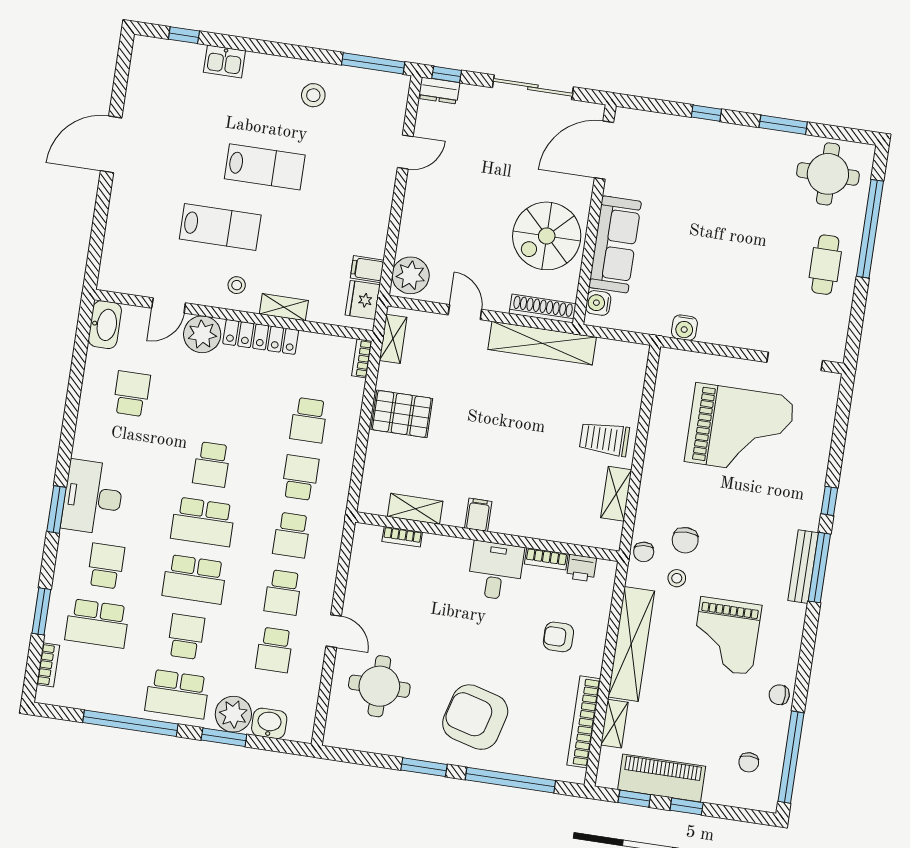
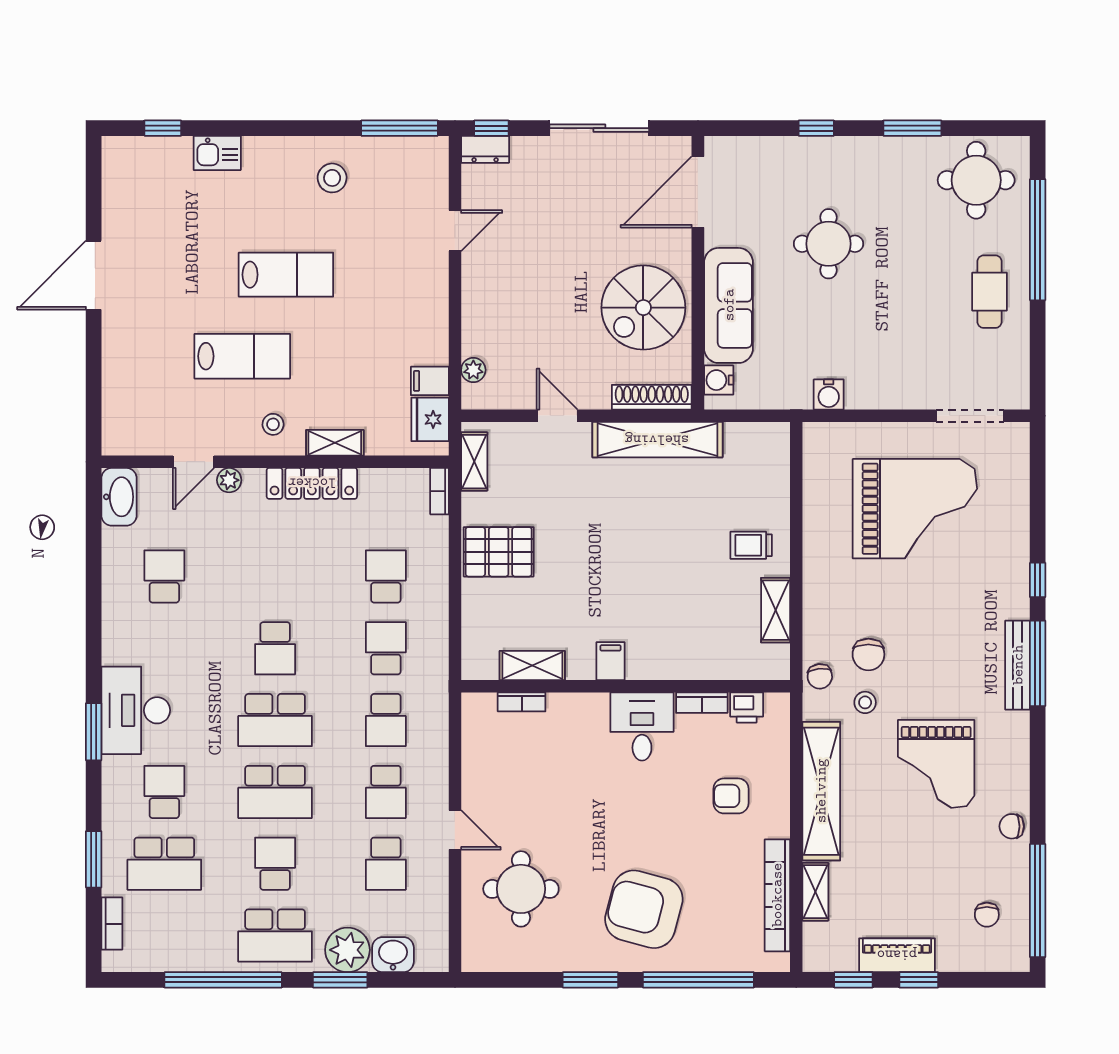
round table: (702, 207) -> (828, 244), added
plant: (411, 275) -> (473, 370), width x0.53, depth x0.53
plant: (202, 334) -> (229, 480), width x0.53, depth x0.53
school desk: (309, 420) -> (386, 576), turned 180
trolley: (604, 439) -> (751, 545), width x0.73, depth x0.72
piano: (662, 778) -> (897, 955), width x0.73, depth x0.75

